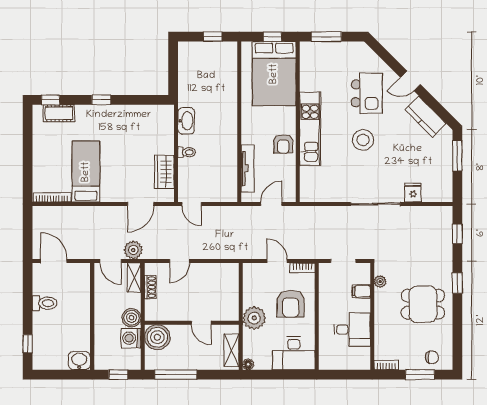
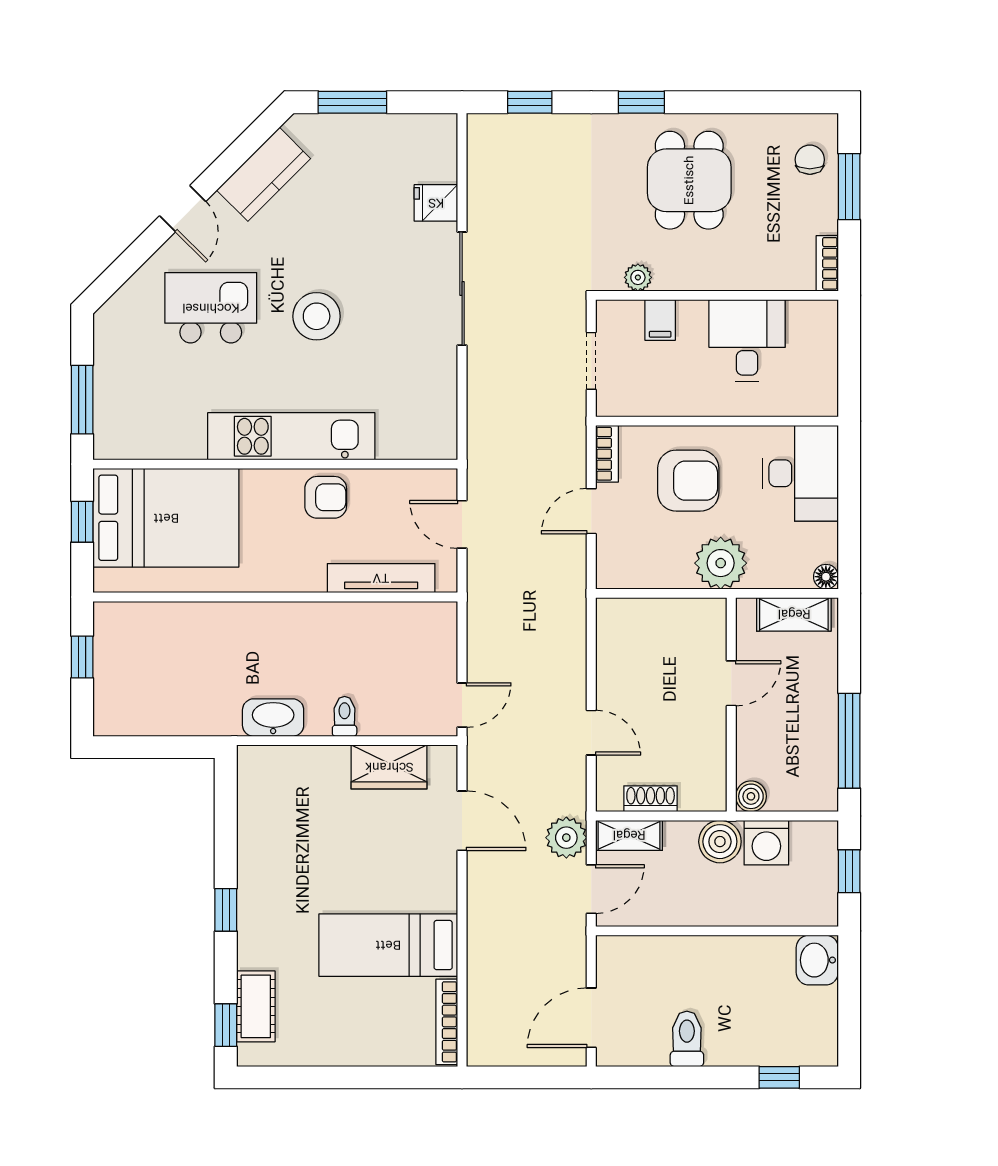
boiler: (157, 337) -> (751, 796), width x0.54, depth x0.54

